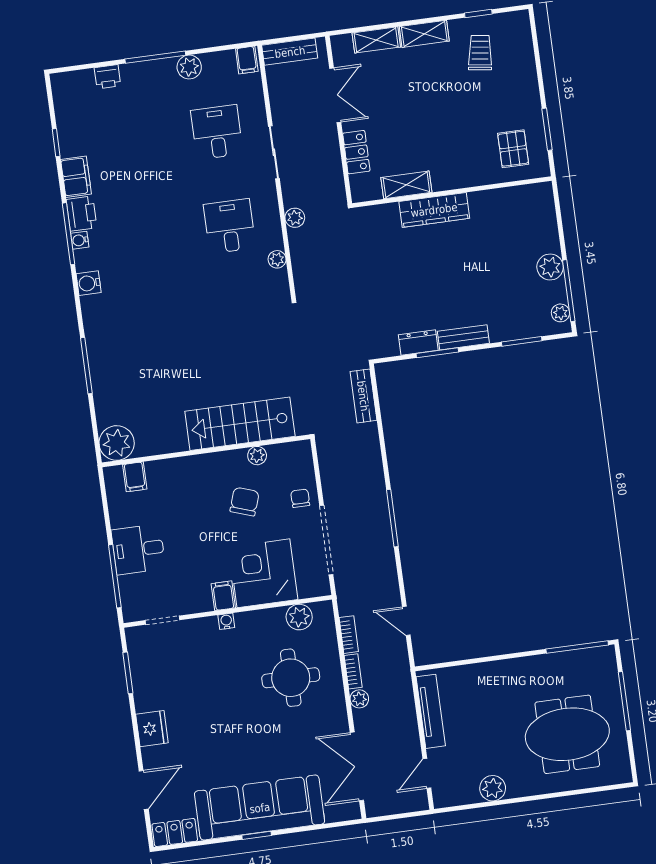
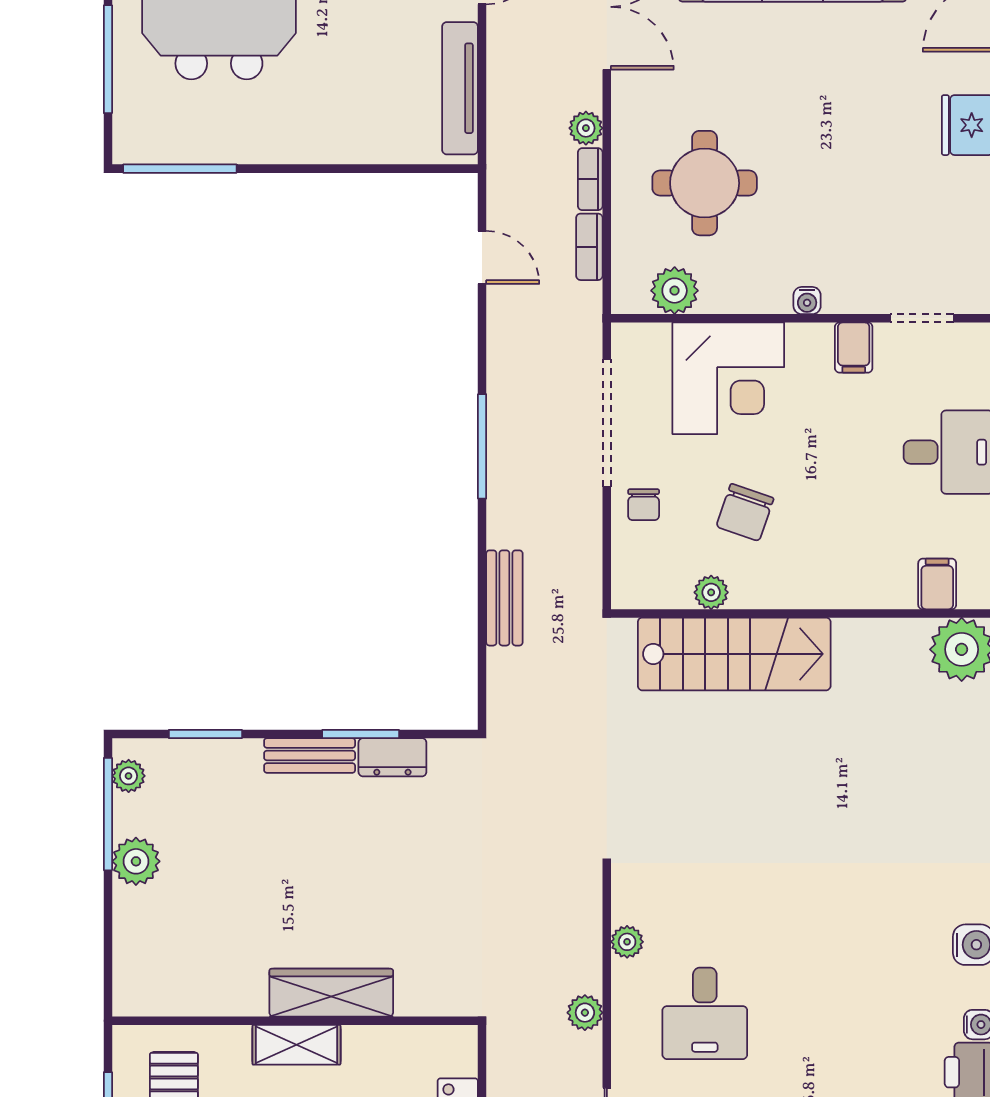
shelving: (406, 185) -> (296, 1045), moved
bench: (363, 396) -> (504, 598), moved
filing cabinet: (223, 596) -> (854, 348), moved

